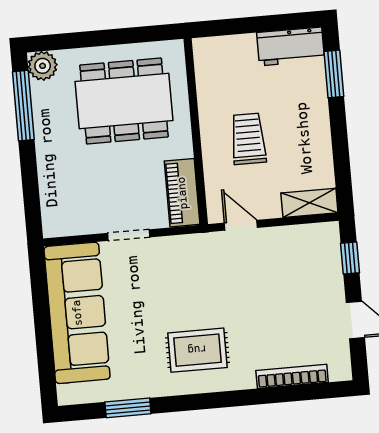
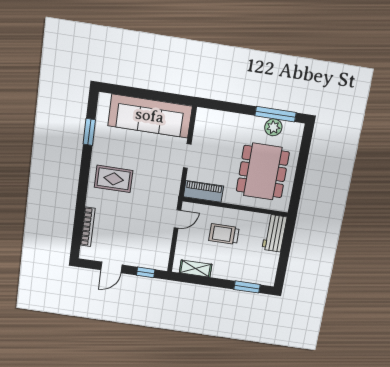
workbench: (291, 46) -> (274, 233), moved
plant: (43, 66) -> (273, 127), moved
trolley: (248, 139) -> (224, 234), turned 180
shelving: (309, 203) -> (196, 269), moved, turned 90
rug: (197, 350) -> (114, 179), turned 90

